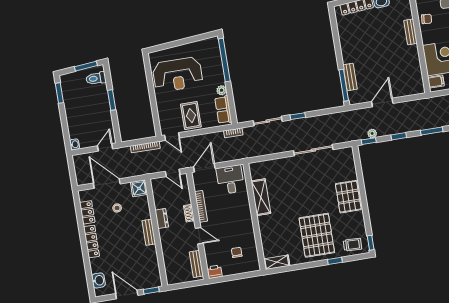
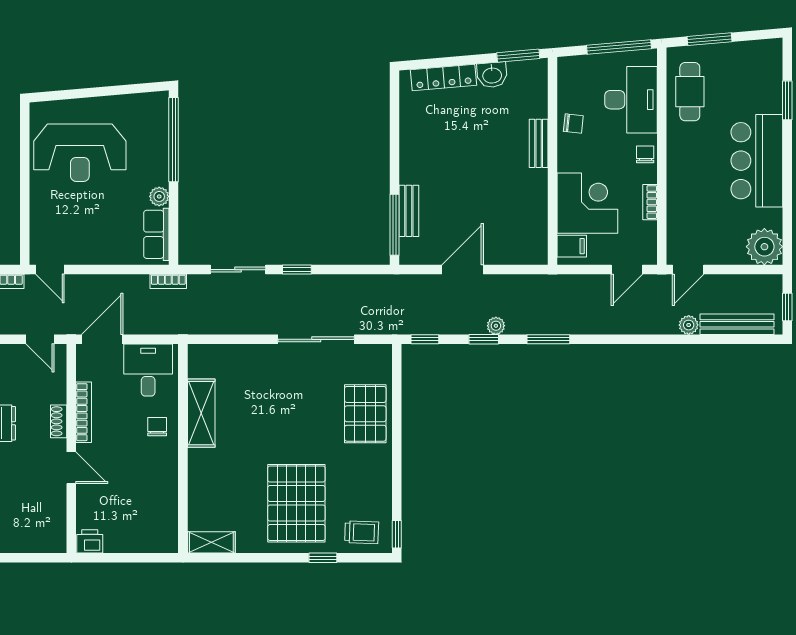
rug: (191, 116) -> (93, 235), removed
plant: (372, 133) -> (496, 326), moved
pallet: (348, 197) -> (365, 414), moved
chair: (237, 252) -> (157, 427), moved
bench: (196, 264) -> (57, 521), removed

